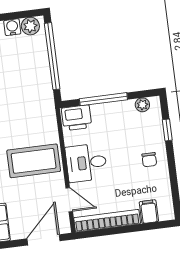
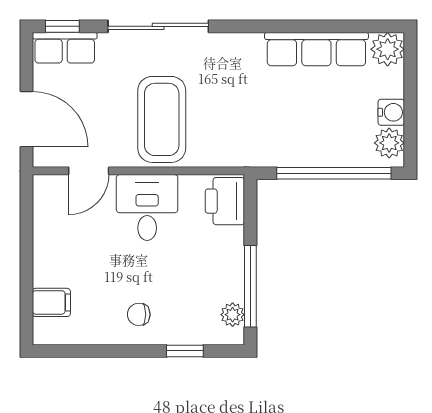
window: (103, 99) -> (250, 286), moved
bookcase: (107, 221) -> (45, 230), removed

